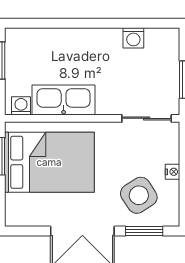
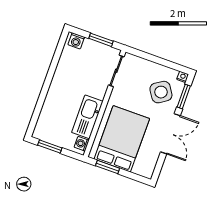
washing machine: (133, 38) -> (76, 41), moved, turned 90
nightstand: (173, 172) -> (183, 77), moved

